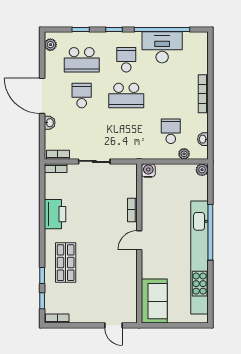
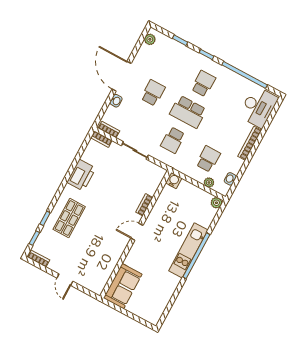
desk: (162, 47) -> (258, 107), moved, turned 90
school desk: (82, 60) -> (173, 140), moved, width x0.54
kitchen unit: (200, 258) -> (188, 250), width x0.54
door: (114, 325) -> (65, 280), moved

